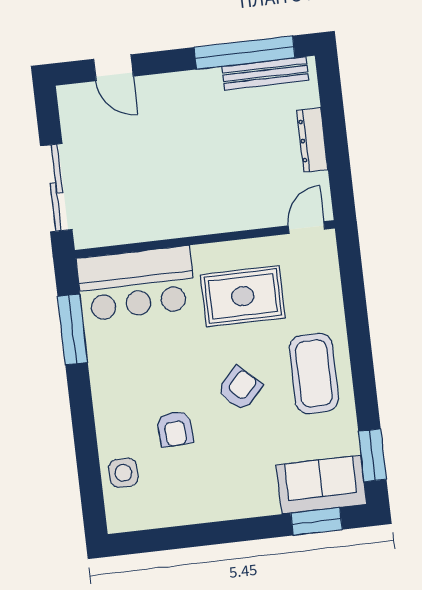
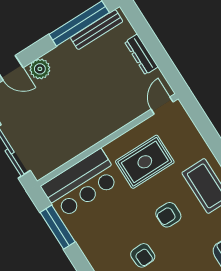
plant: (157, 90) -> (40, 69), added
armchair: (240, 389) -> (168, 215), turned -133

